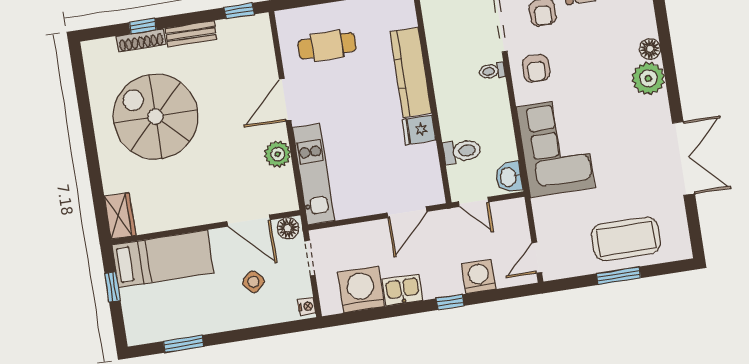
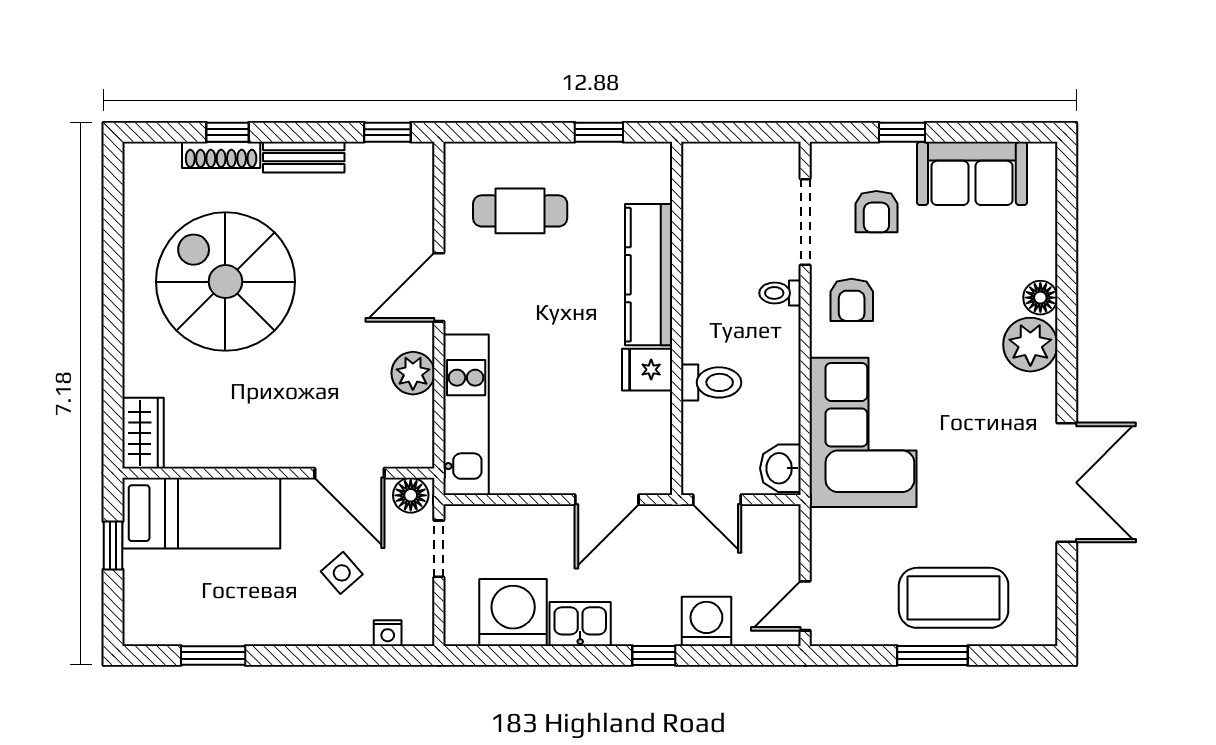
toilet: (462, 151) -> (711, 382), moved
nightstand: (307, 306) -> (388, 633), moved, turned 90

